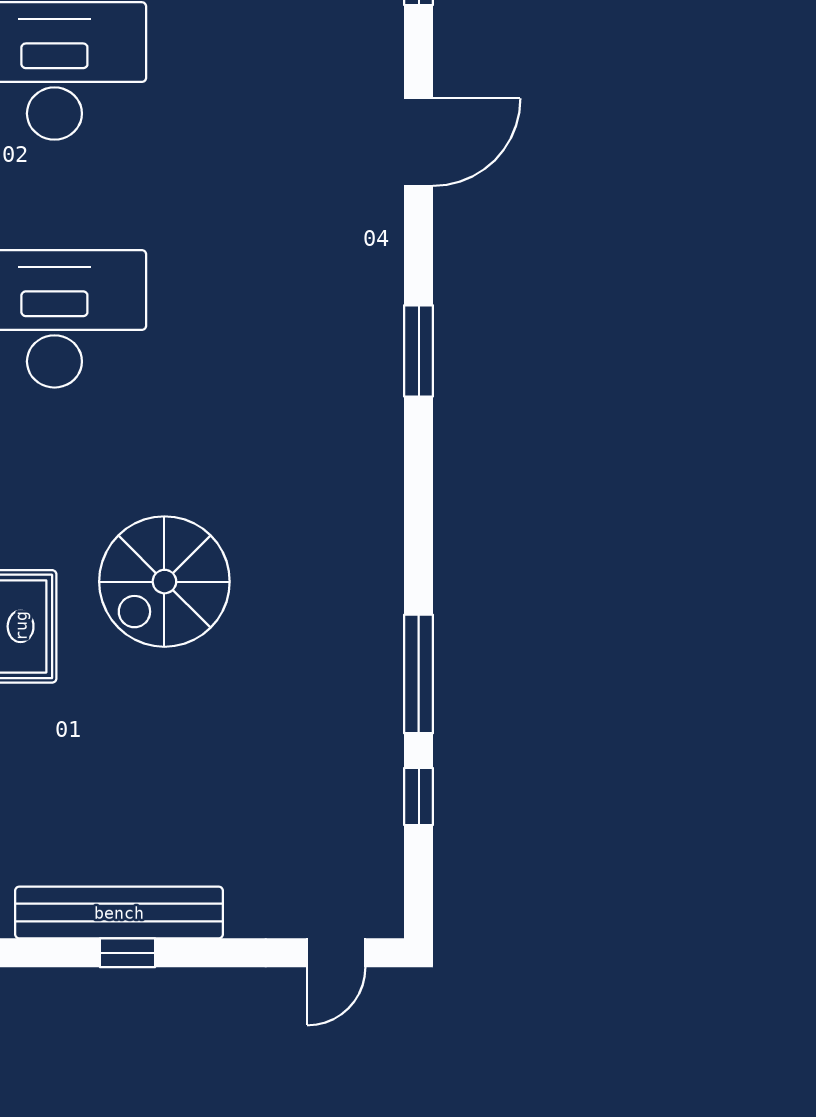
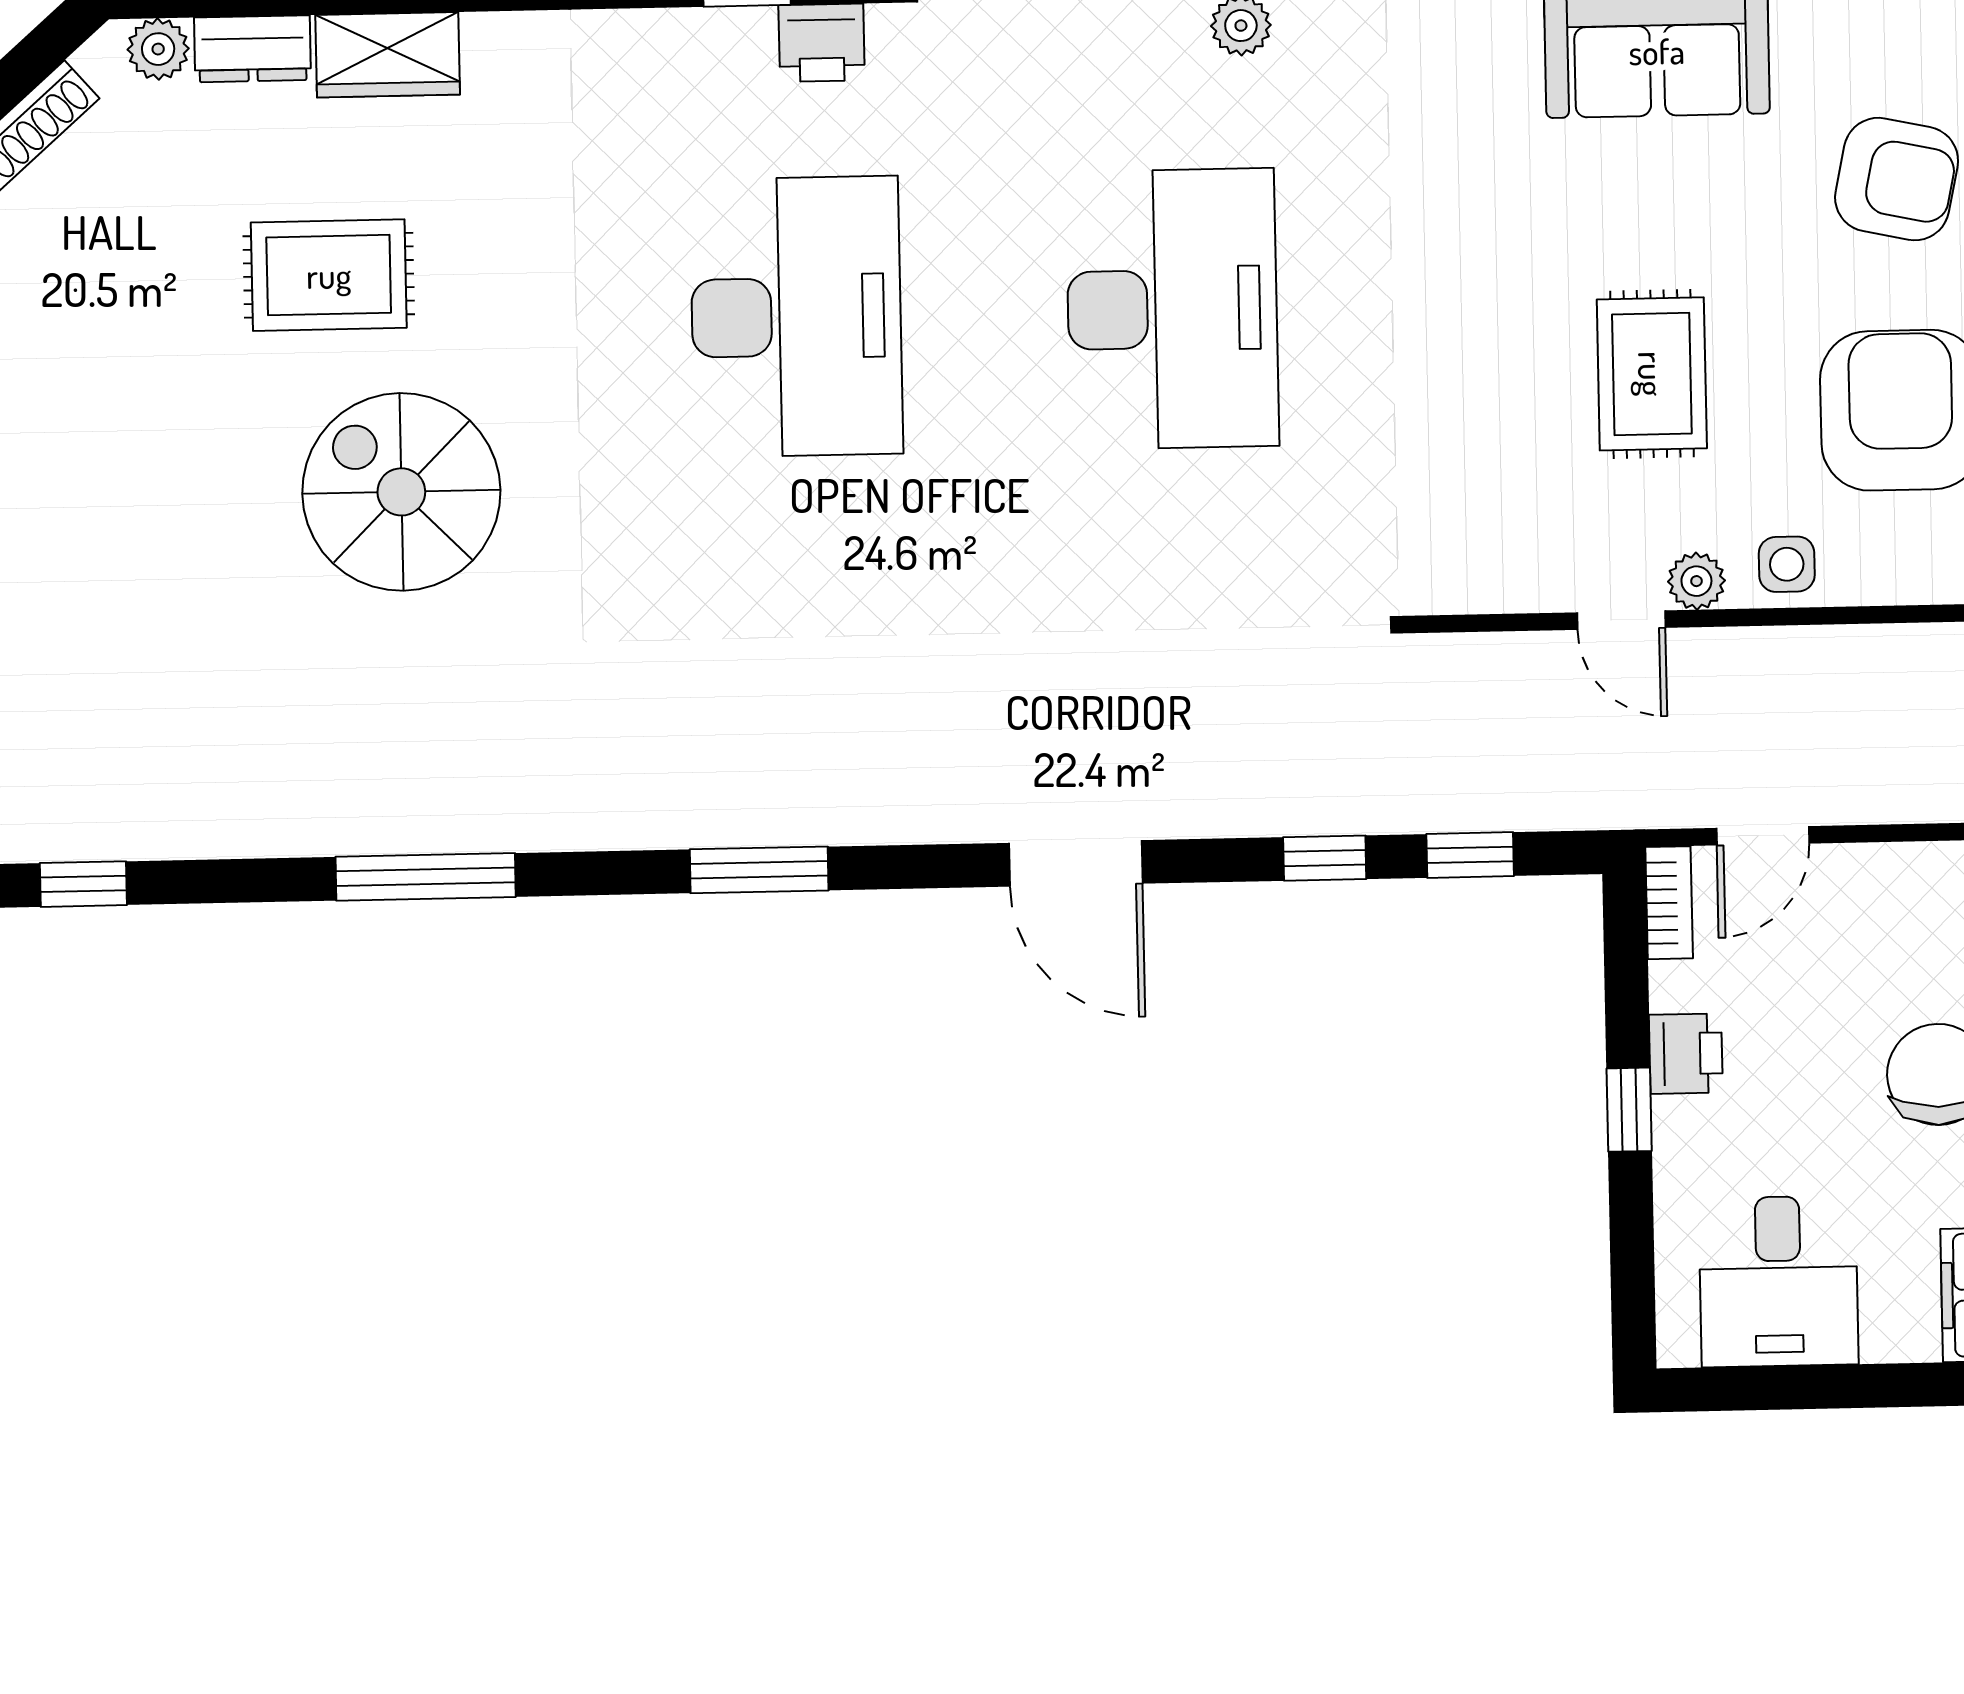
window: (419, 674) -> (426, 877), moved

